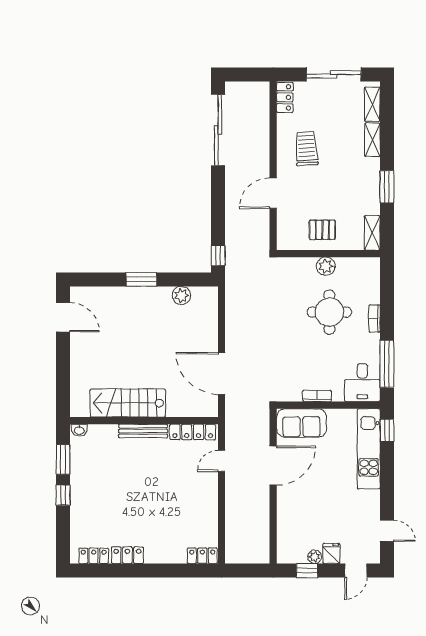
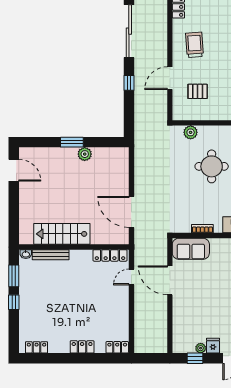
pallet: (322, 230) -> (198, 91), moved
window: (218, 256) -> (129, 83), moved
plant: (326, 266) -> (191, 132), moved
plant: (181, 295) -> (85, 154), moved
bench: (143, 431) -> (51, 255), moved
door: (273, 466) -> (170, 280), swing flipped
locker: (127, 555) -> (82, 347), moved

